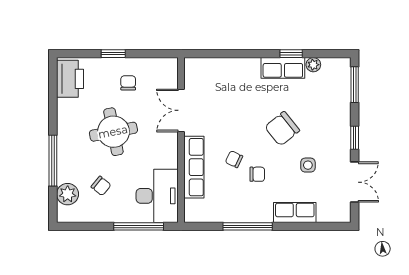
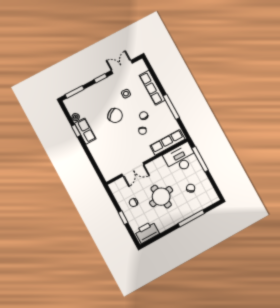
row of seats: (194, 167) -> (168, 142), moved
plant: (68, 194) -> (203, 202), removed
row of seats: (295, 212) -> (152, 88), width x1.48

